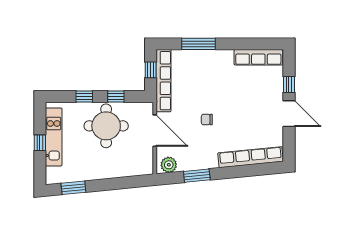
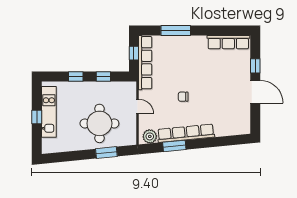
round table: (106, 126) -> (99, 123), moved
door: (155, 131) -> (138, 107), width x0.53
row of seats: (251, 157) -> (186, 133), moved
window: (73, 188) -> (106, 153), moved

